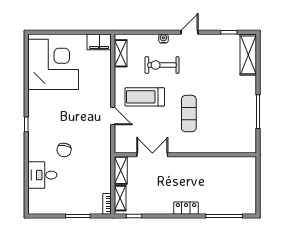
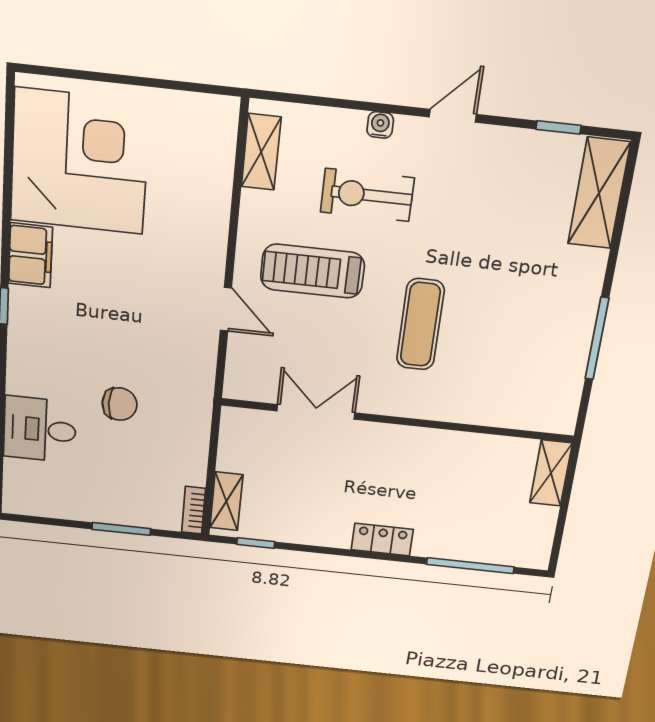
filing cabinet: (99, 42) -> (30, 255), moved, turned -90
chair: (64, 150) -> (120, 404), moved, turned -98
shelving: (121, 170) -> (551, 473), moved

